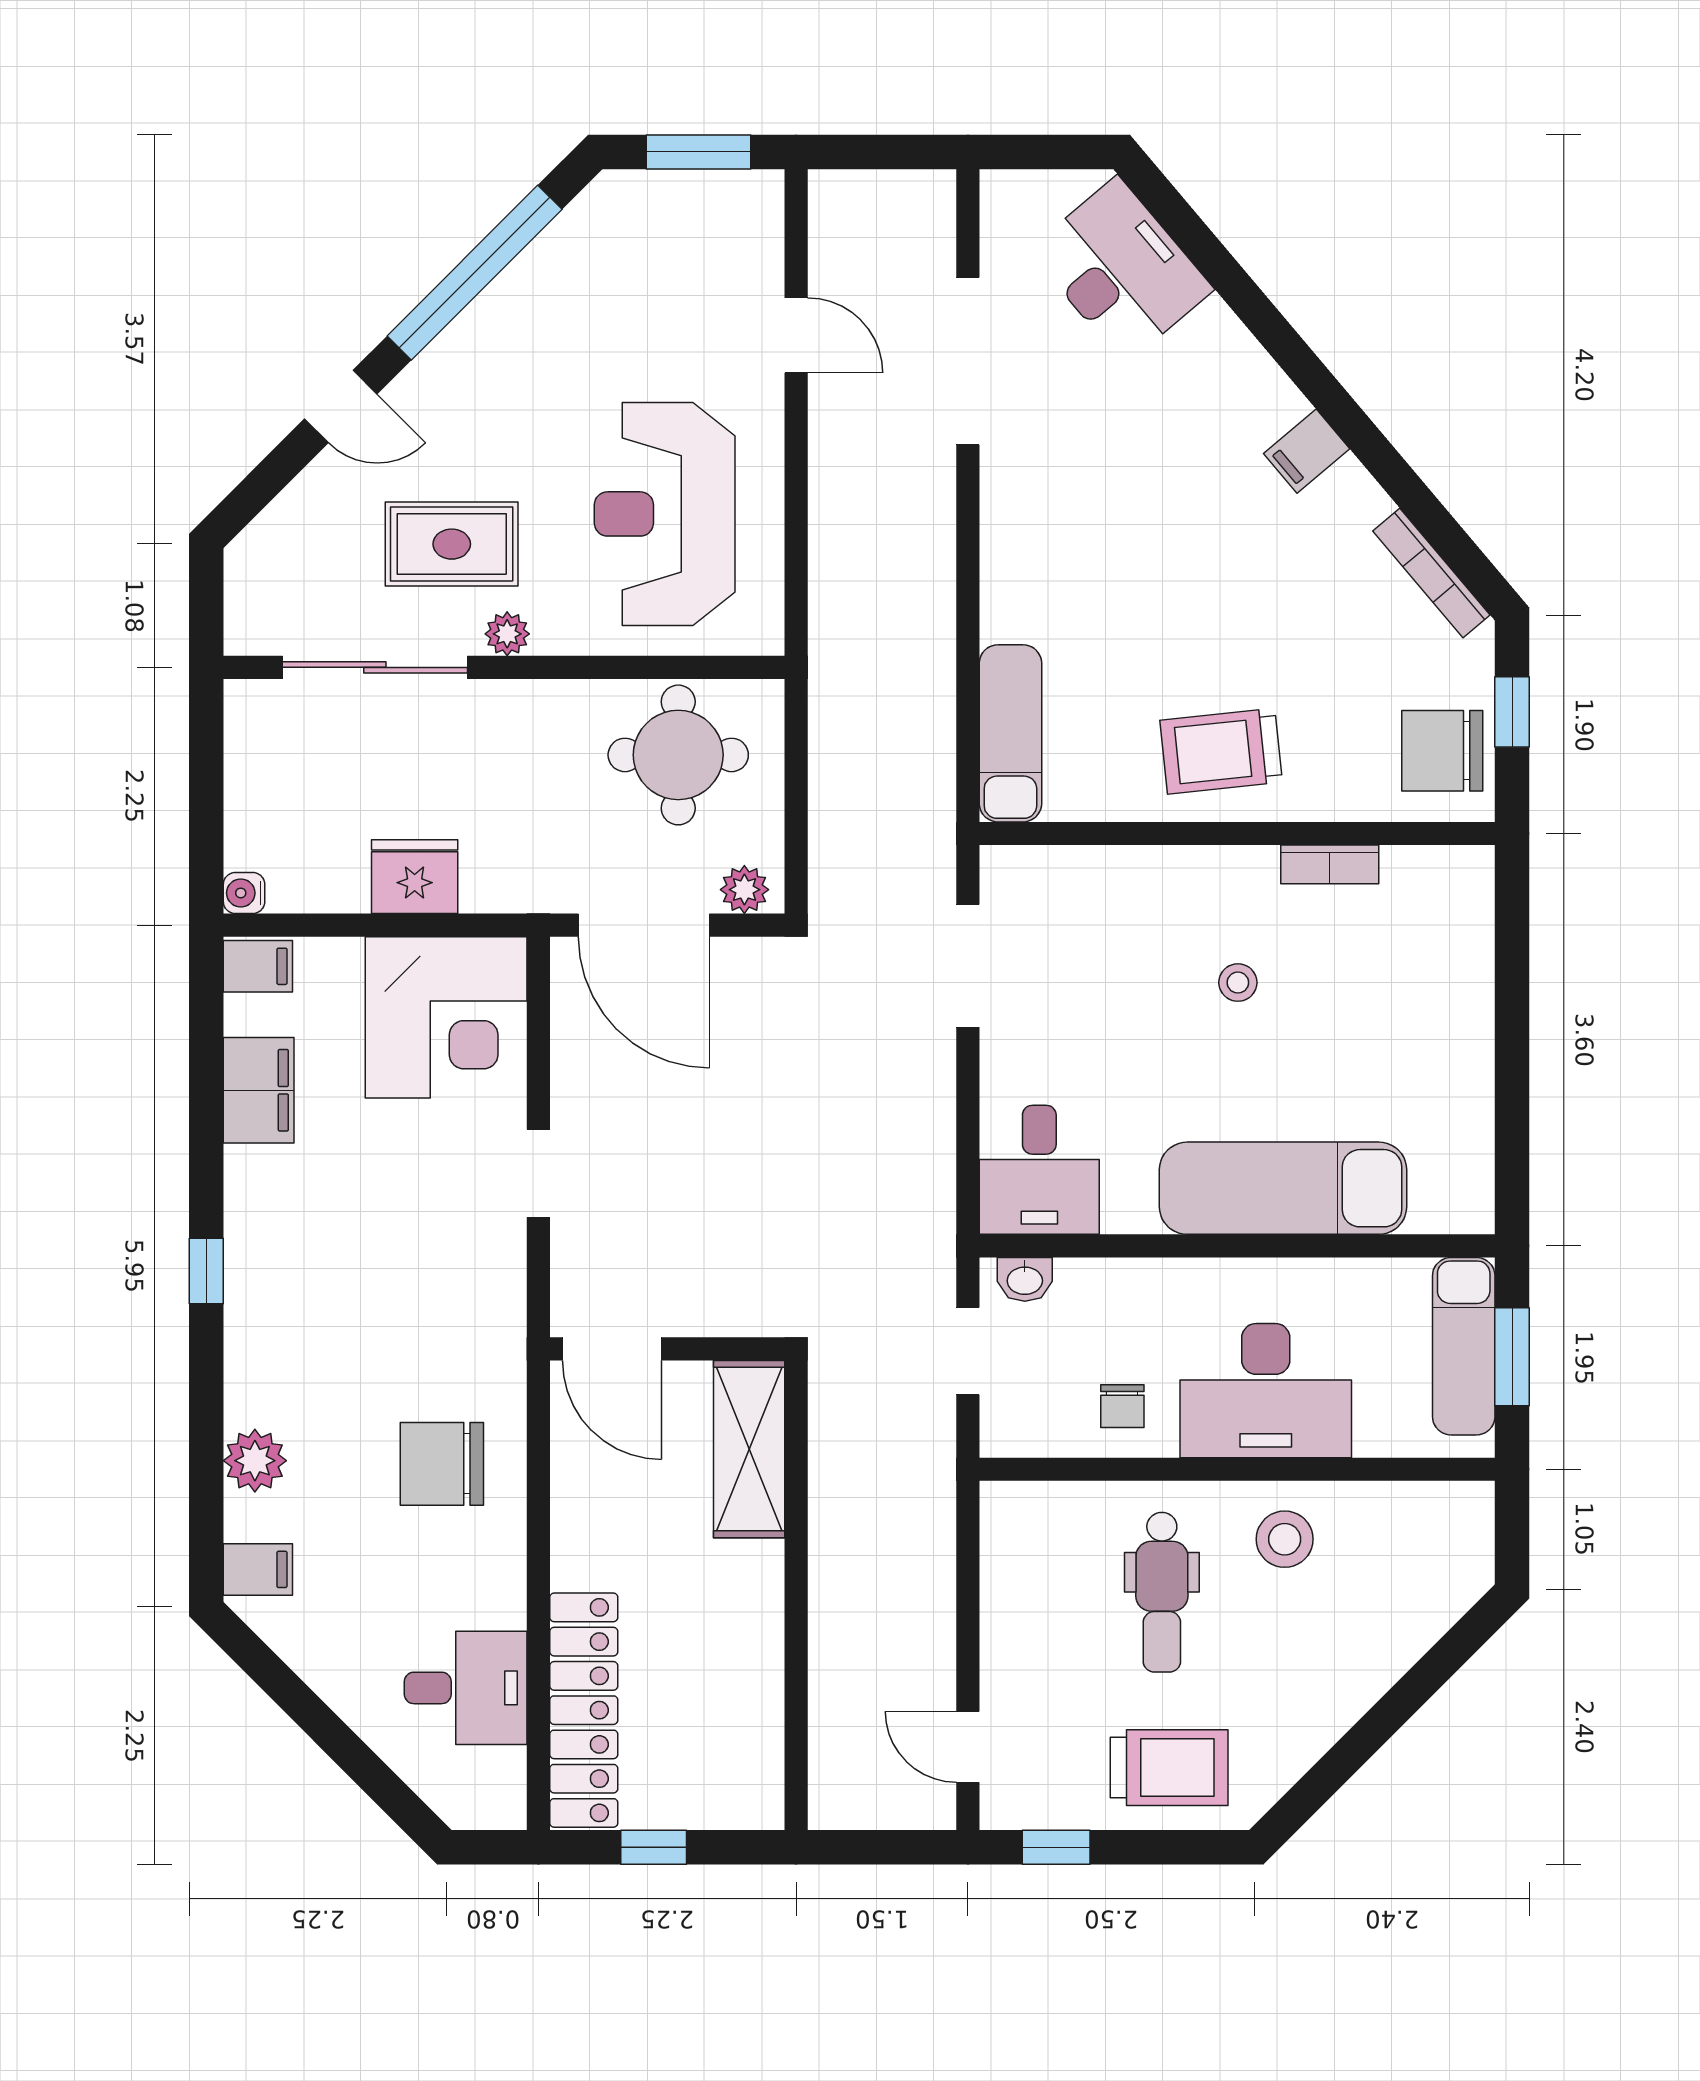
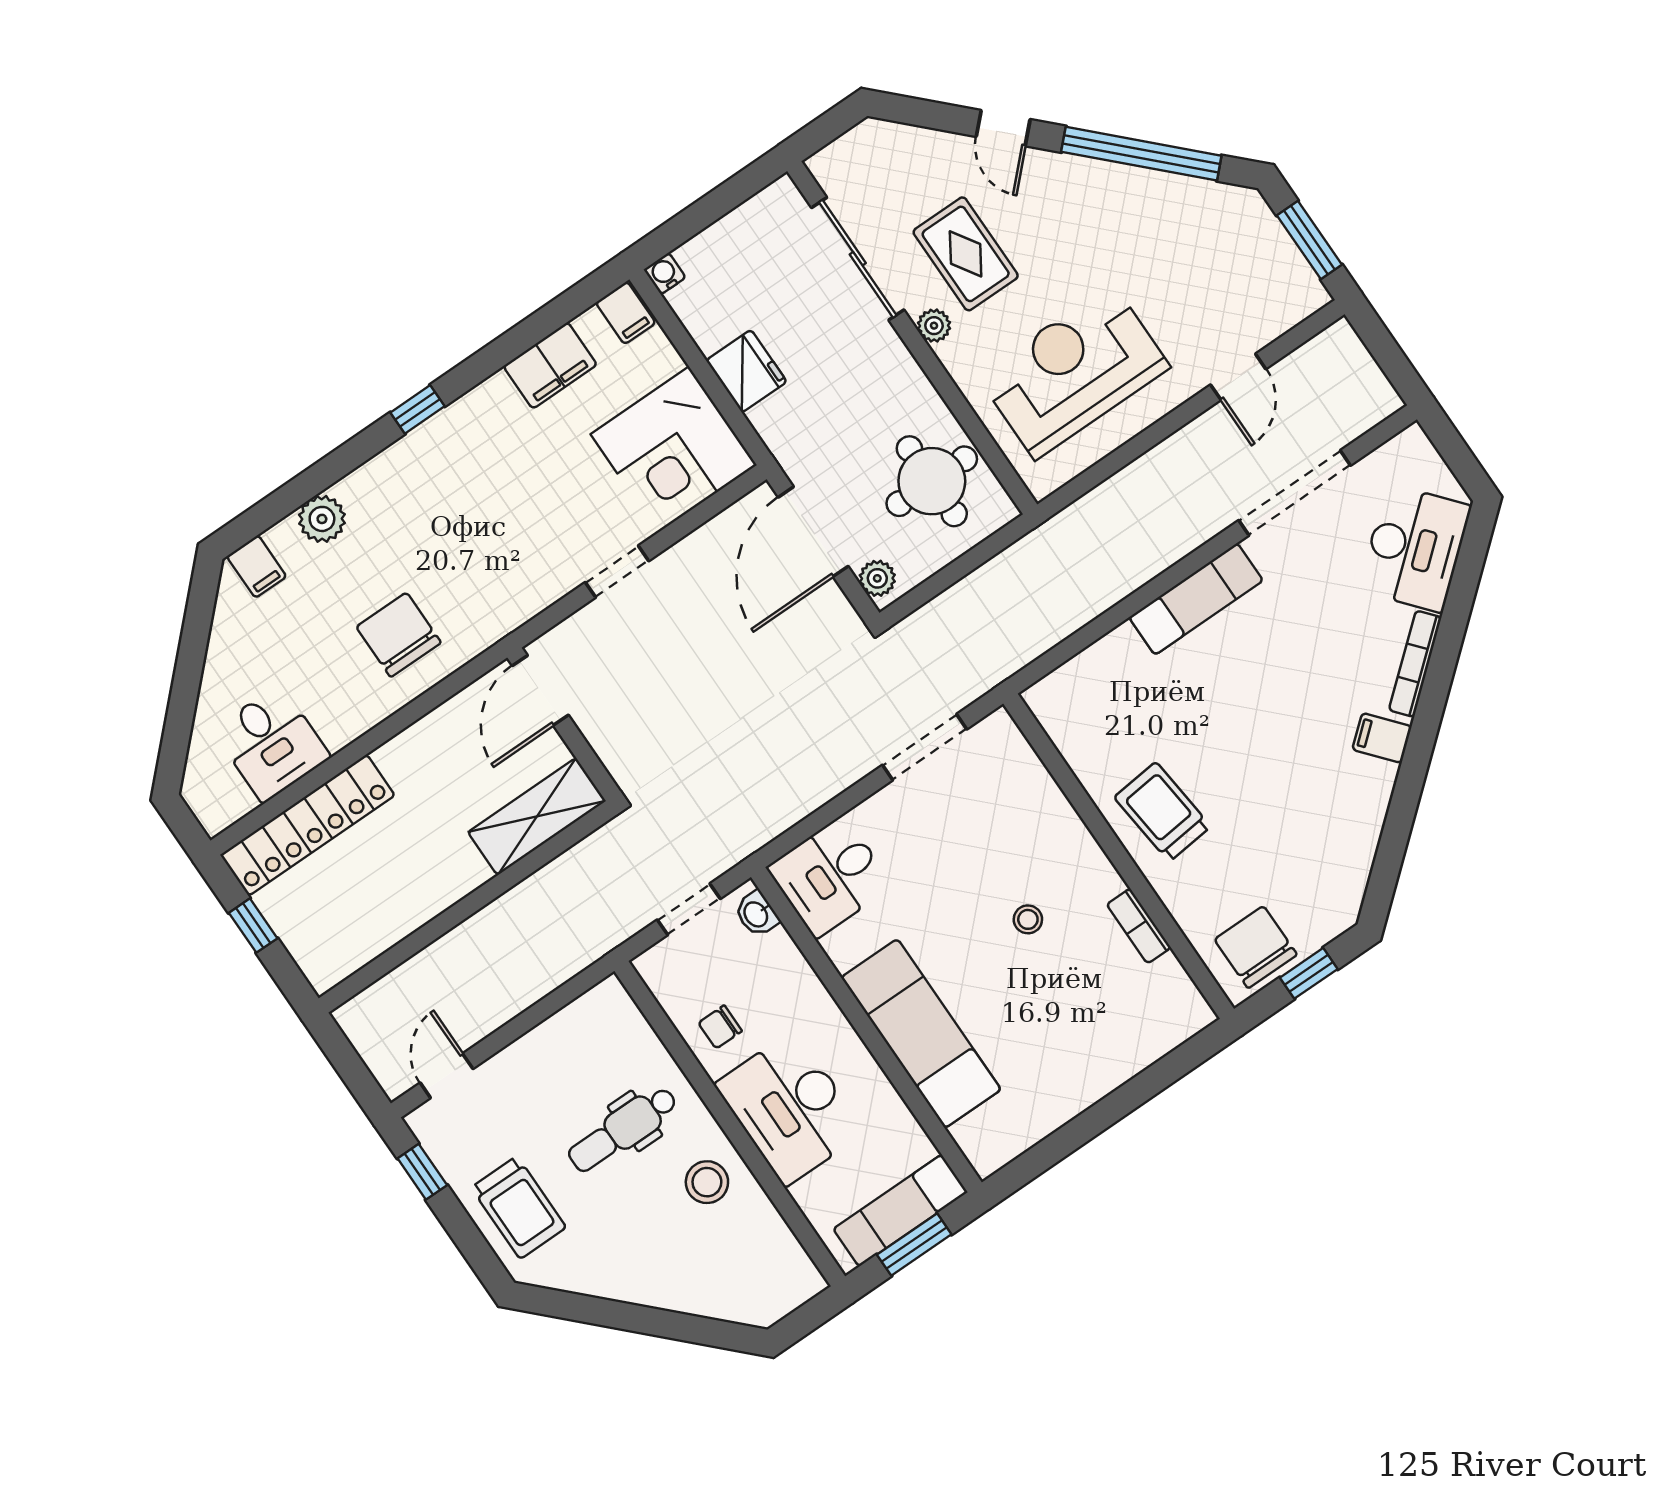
bookcase: (1431, 573) -> (1415, 664), moved
exam couch: (1010, 733) -> (1196, 599), moved

